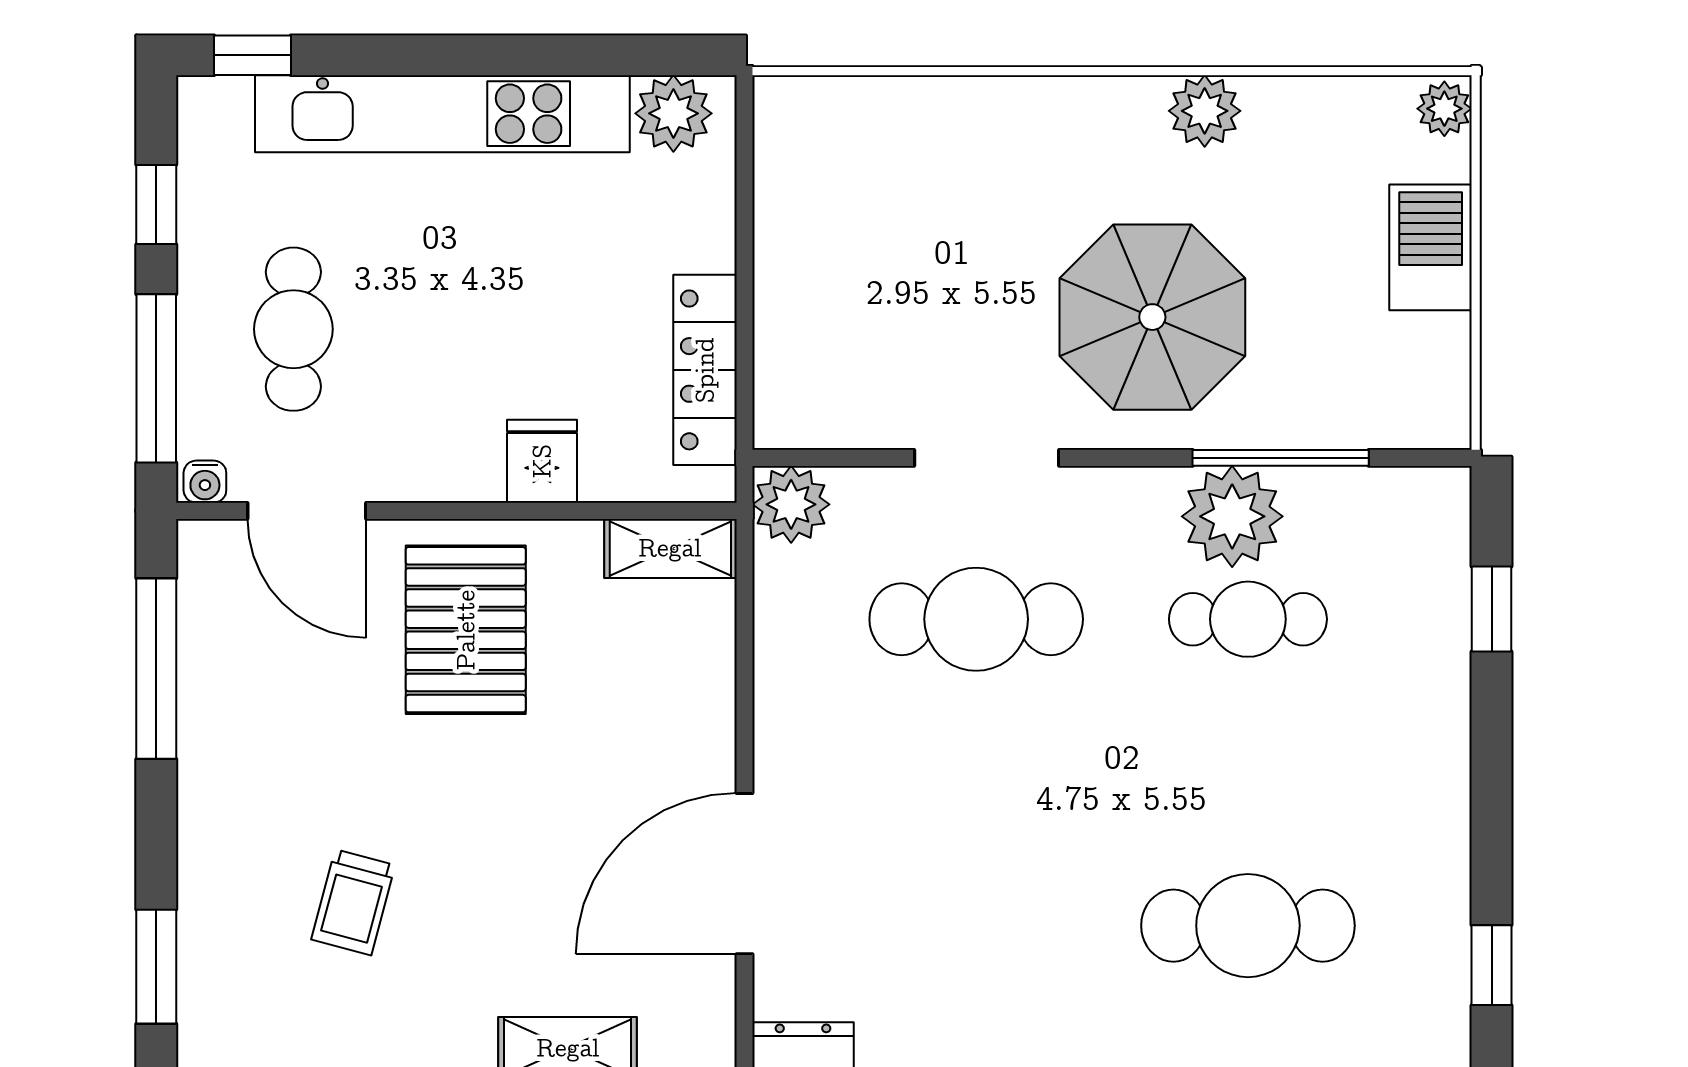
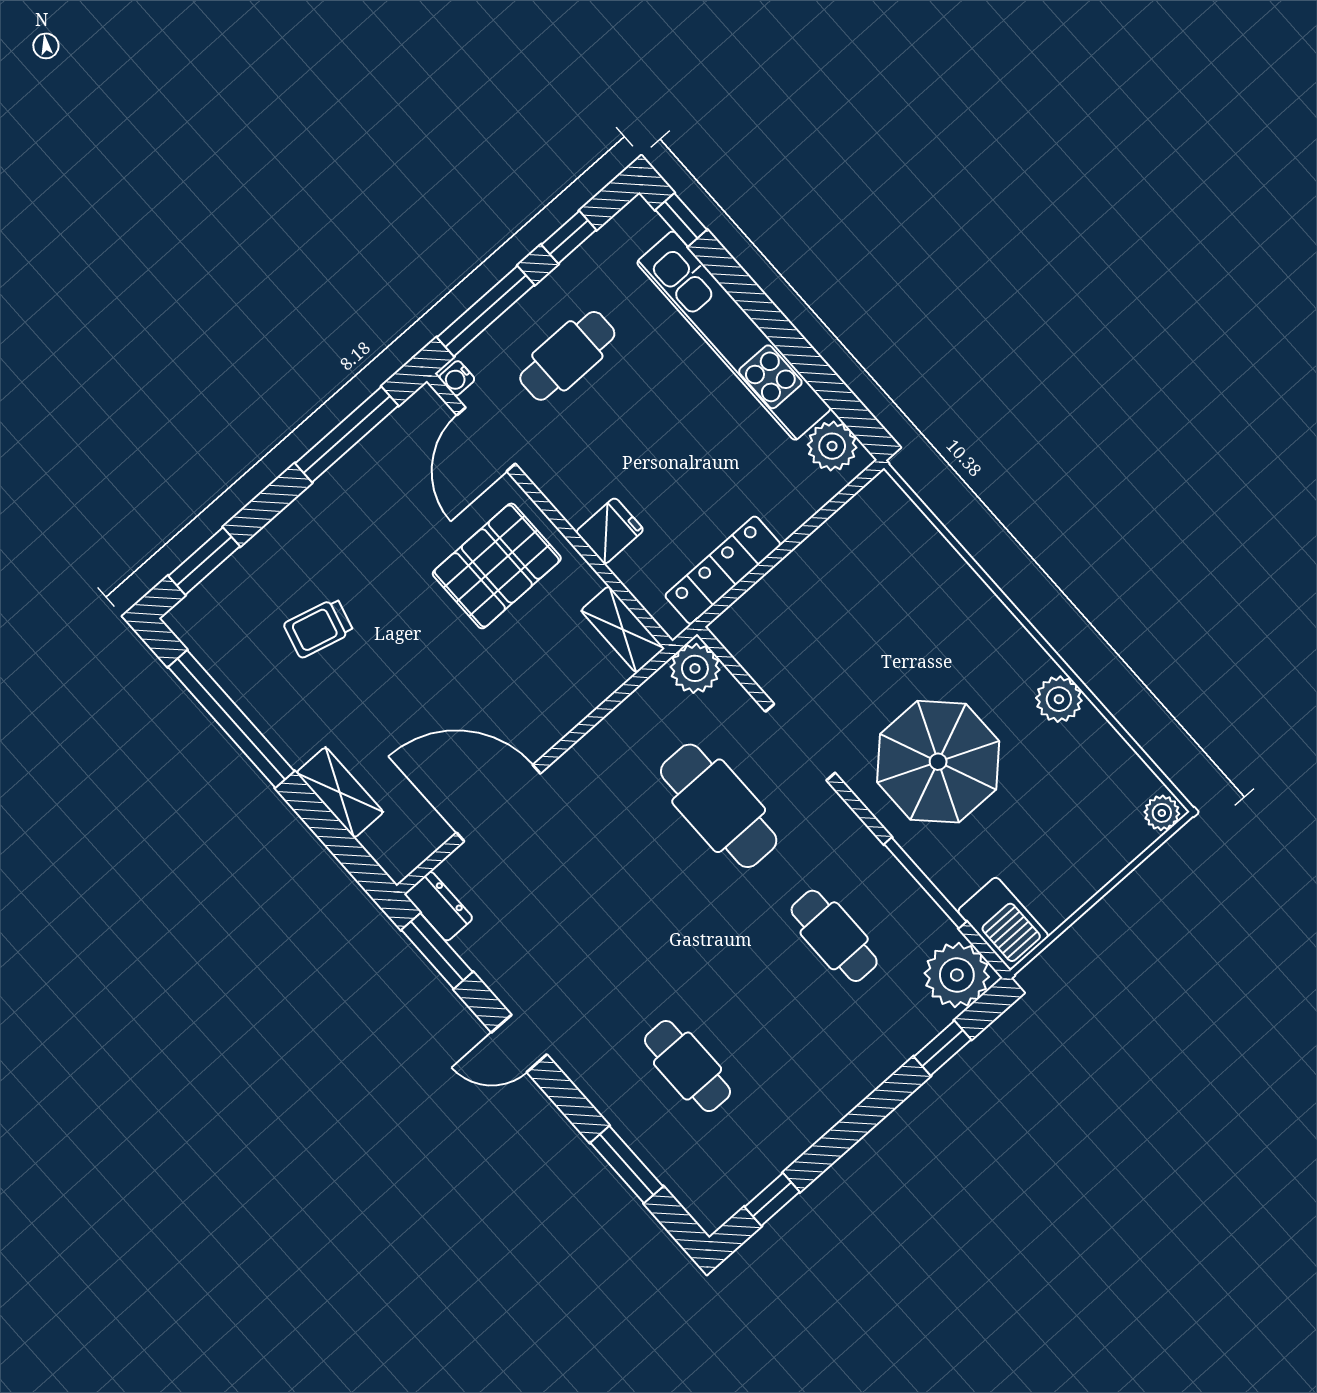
barbecue: (1431, 247) -> (1003, 923), moved, turned 90
plant: (1232, 516) -> (957, 975), moved
cafe table: (1248, 926) -> (688, 1066), width x0.73, depth x0.74

